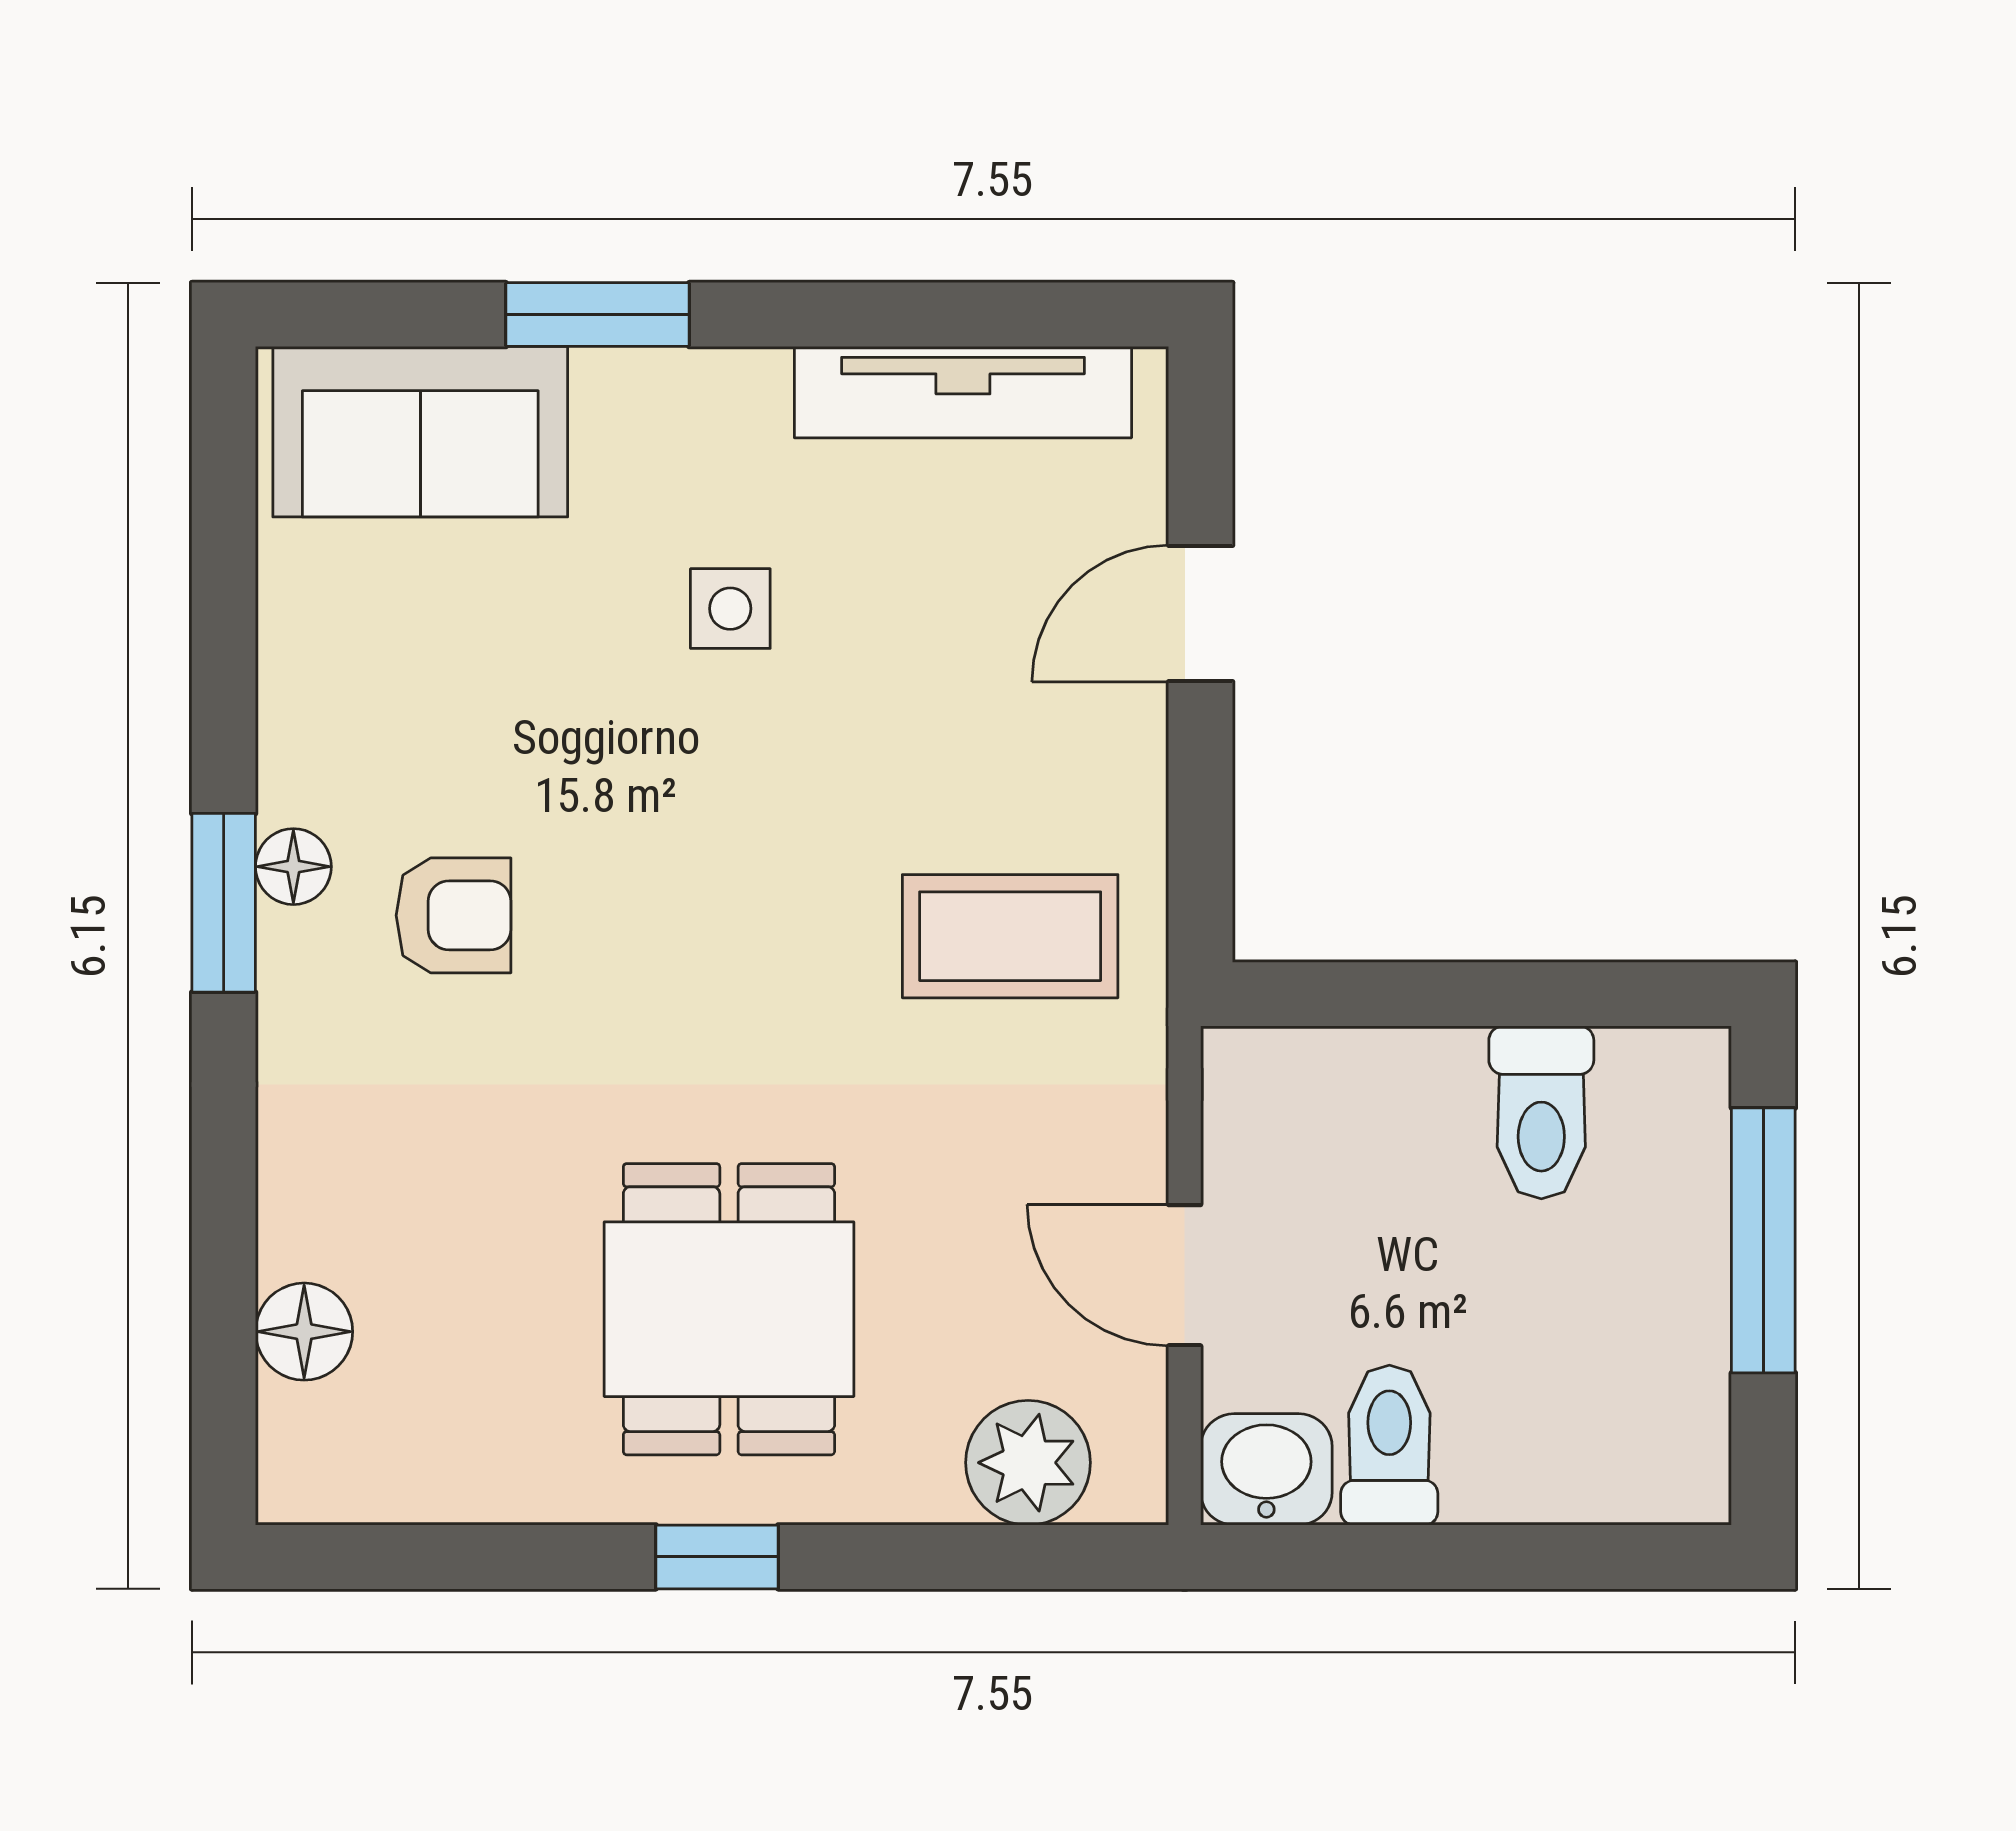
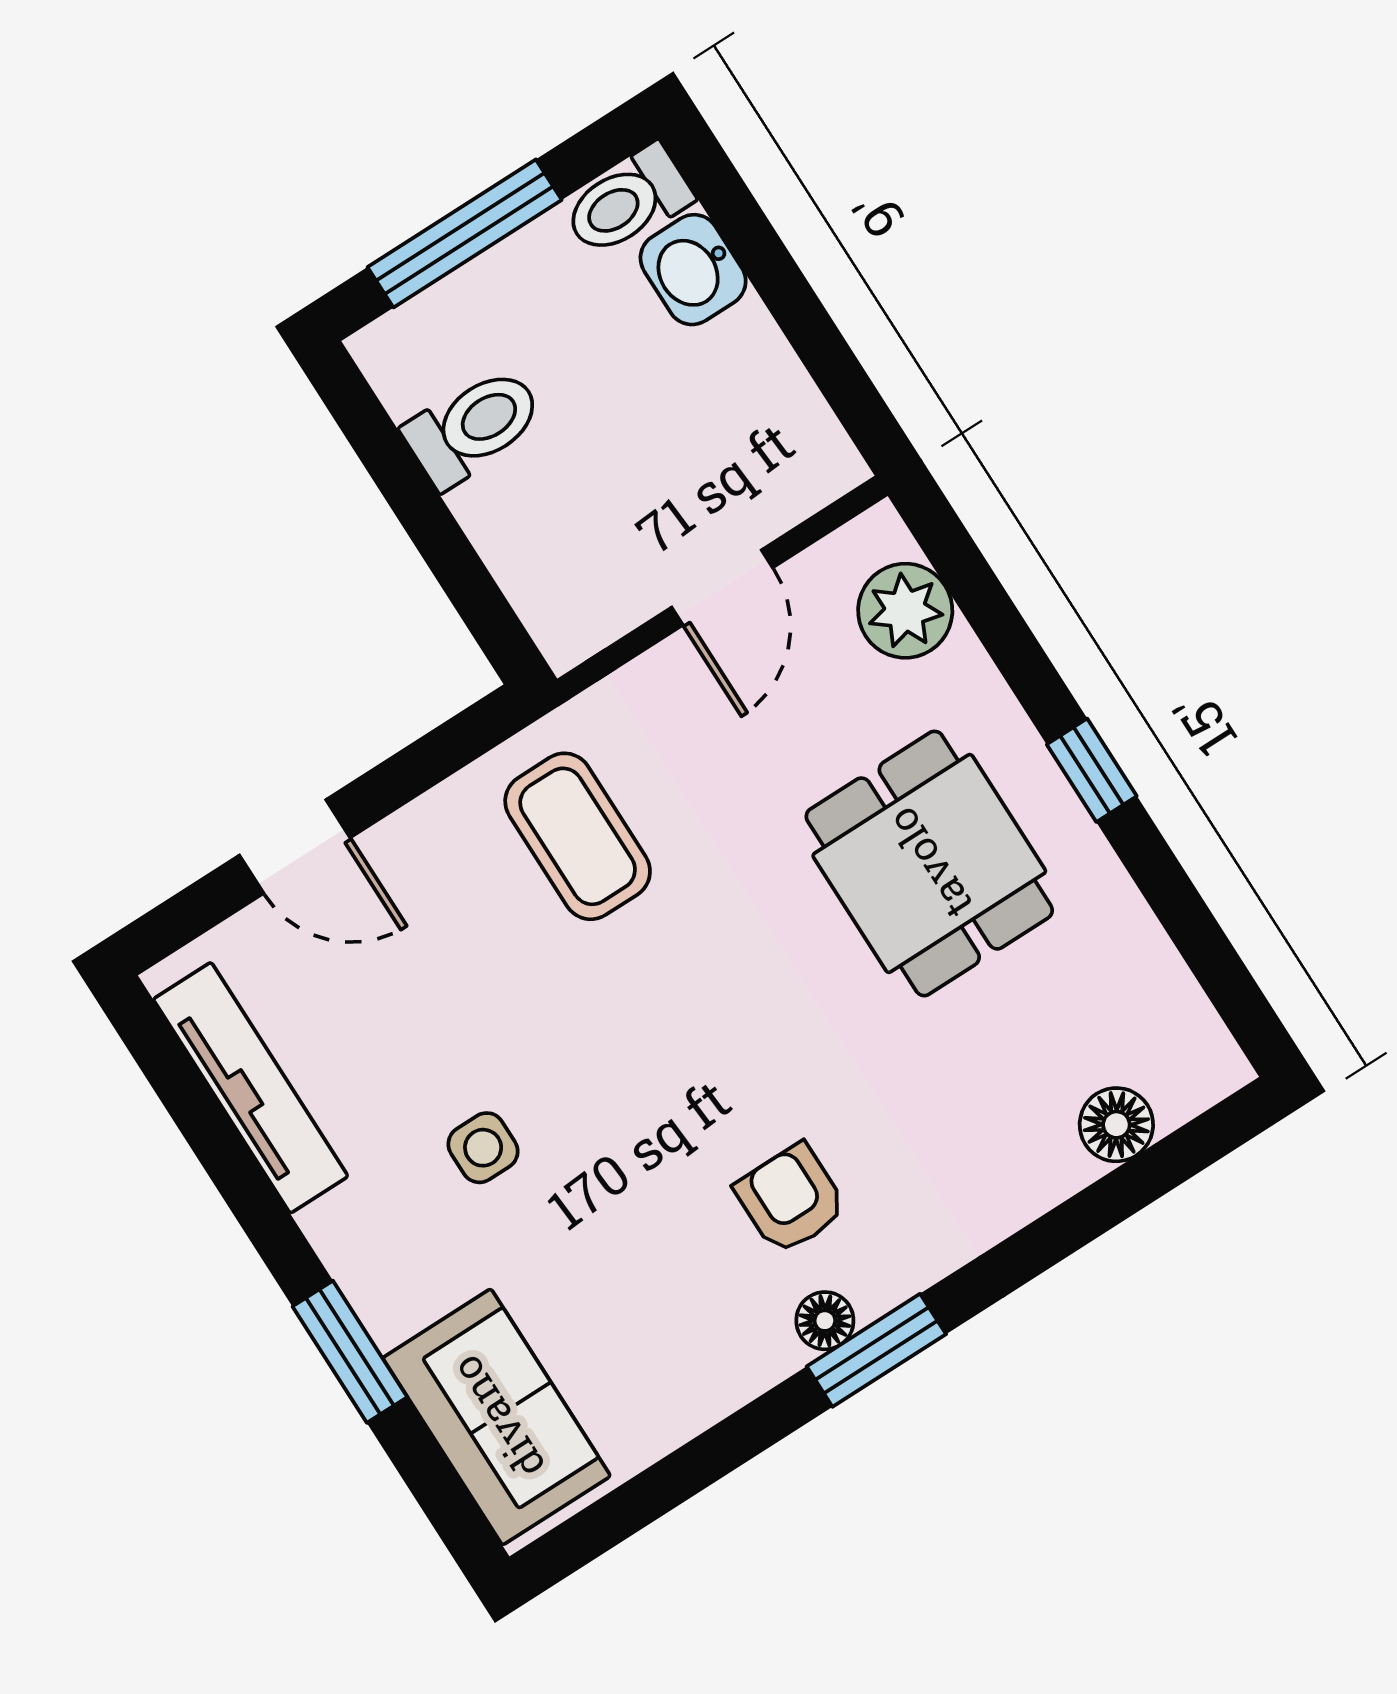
dining table: (729, 1309) -> (929, 863), turned 90
toilet: (1389, 1445) -> (628, 201), moved
washbasin: (1266, 1469) -> (693, 270), moved

